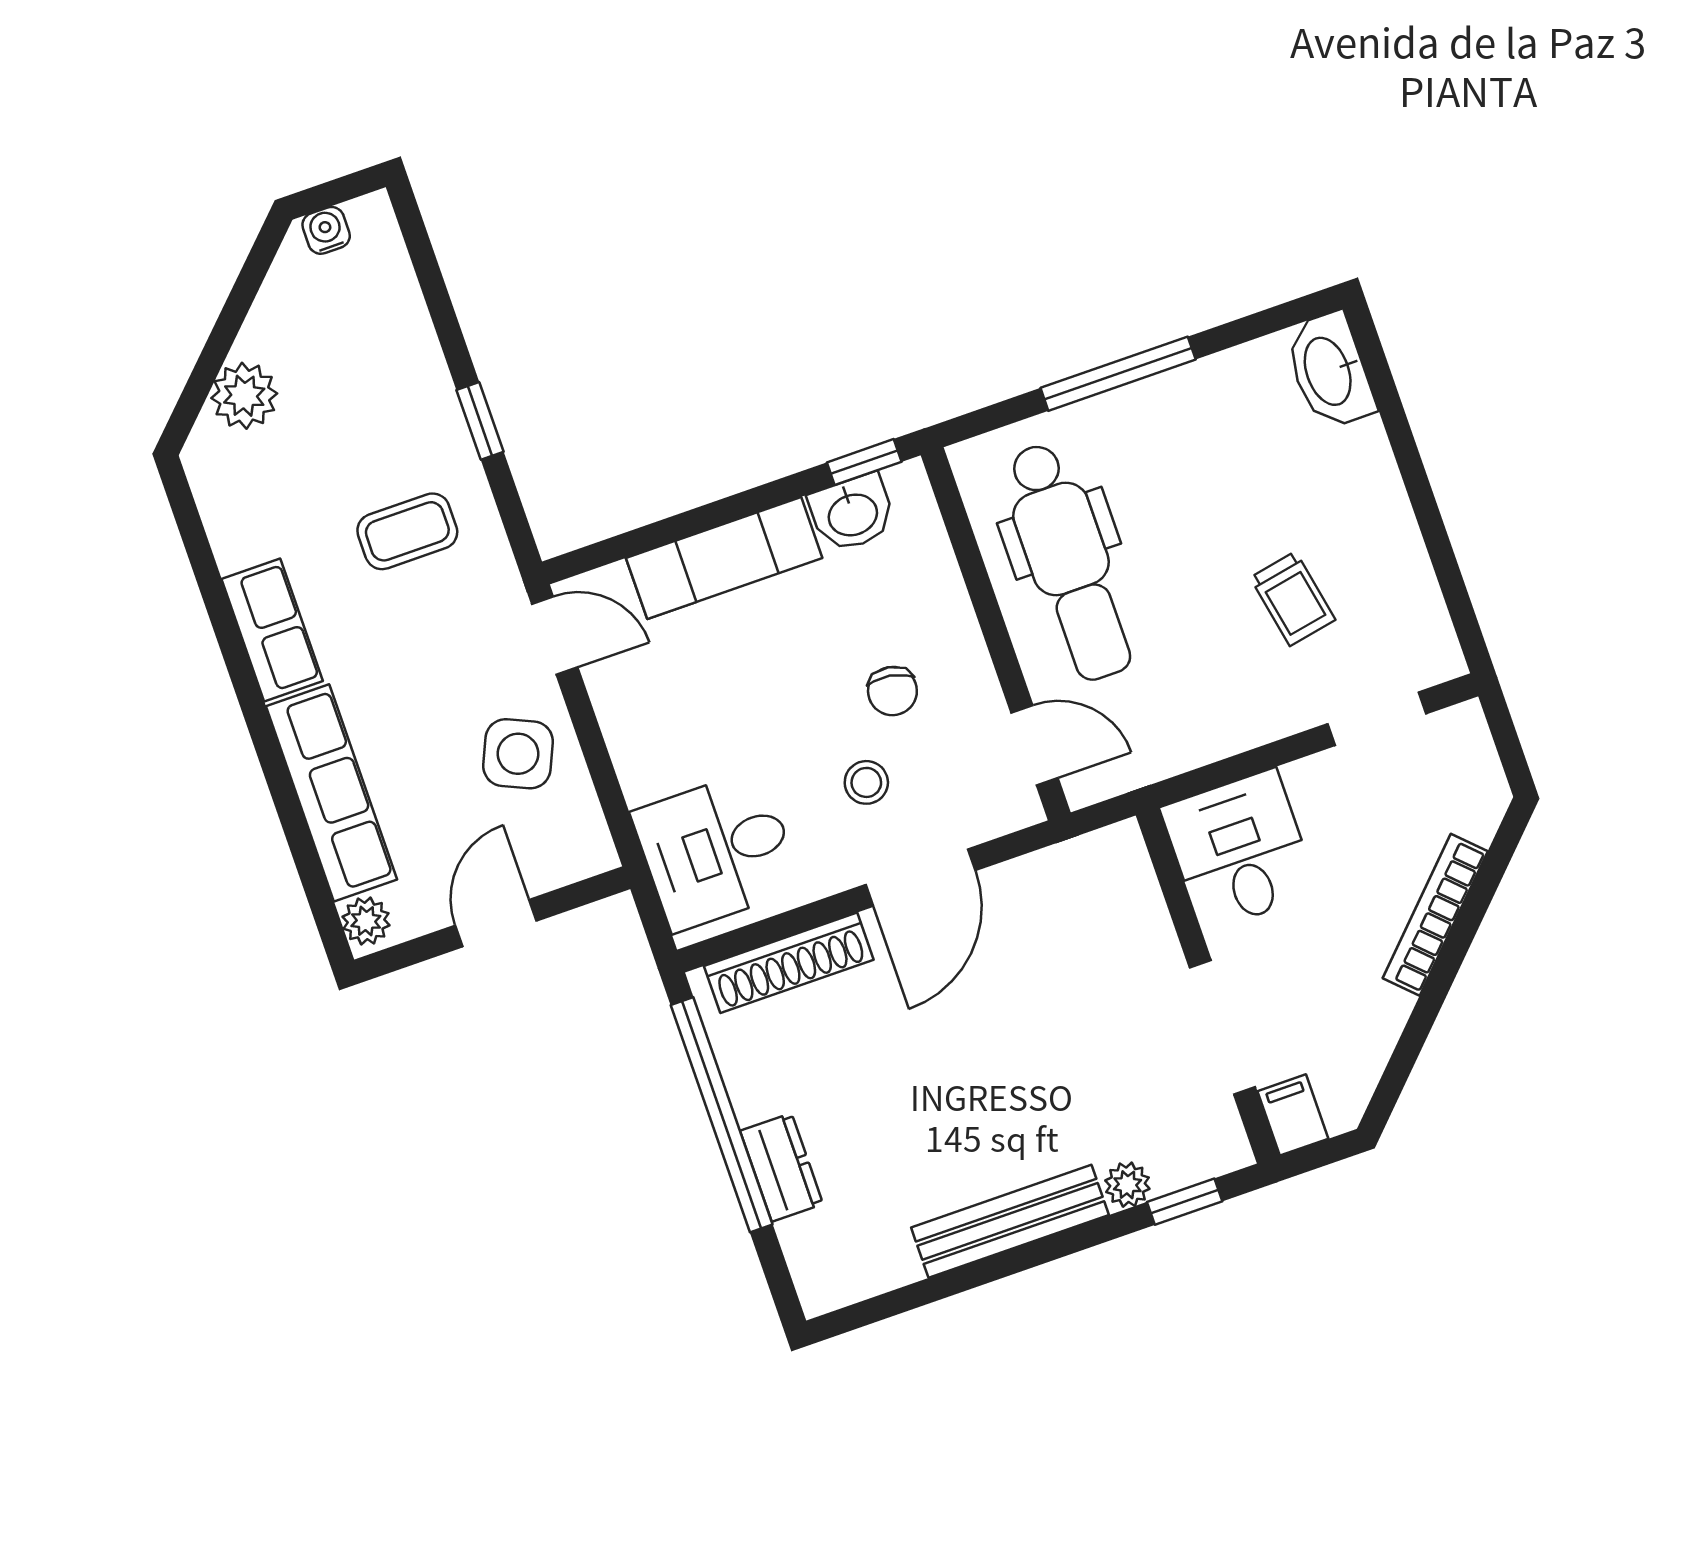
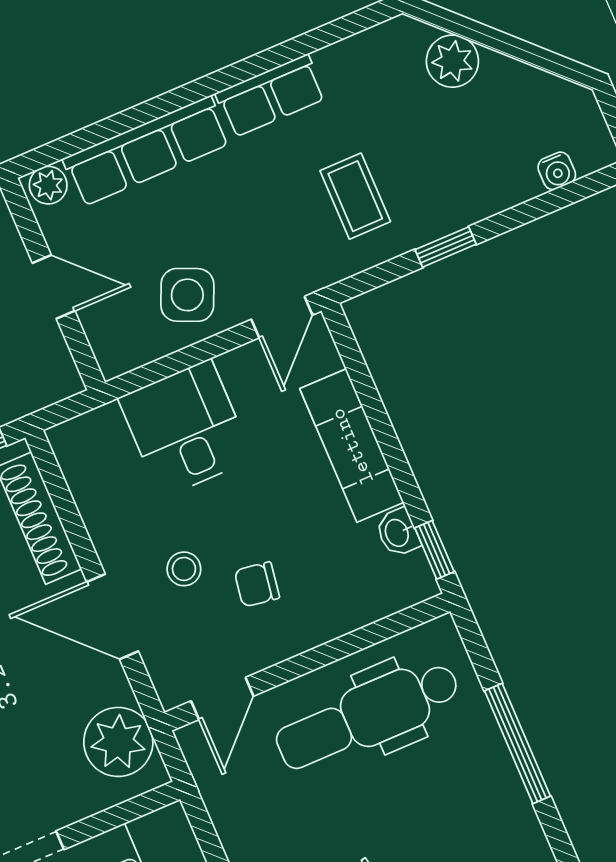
water cooler: (326, 230) -> (557, 171), moved, turned 90
washbasin: (852, 513) -> (398, 533), width x0.72, depth x0.69
desk: (717, 850) -> (186, 429), moved
plant: (1081, 881) -> (118, 742), added

